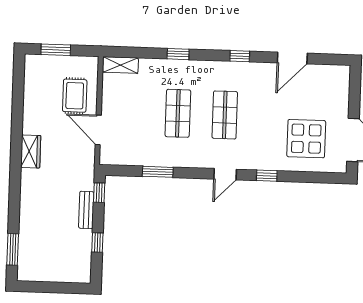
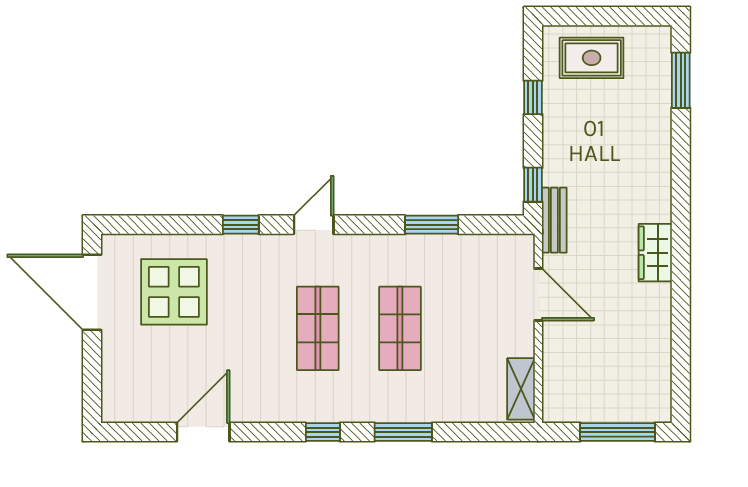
window: (56, 50) -> (618, 432), width x1.44
window: (178, 54) -> (403, 432), width x1.50
window: (240, 56) -> (323, 432), moved
shelving: (121, 65) -> (521, 389), moved, turned 90
rug: (75, 96) -> (592, 58), moved, turned 90
bench: (86, 210) -> (554, 220), moved

